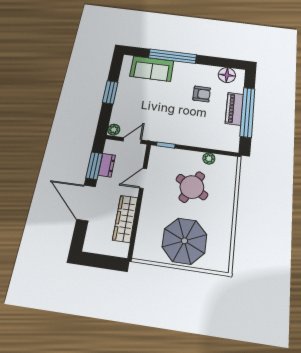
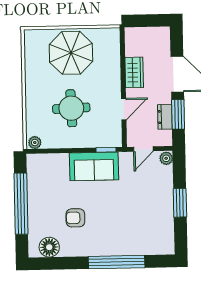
sofa: (152, 69) -> (94, 166), moved, turned 180
piano: (234, 109) -> (36, 205), removed
plant: (209, 159) -> (35, 143), moved
round table: (192, 187) -> (71, 108), turned -31
wardrobe: (125, 219) -> (134, 72), width x0.67

